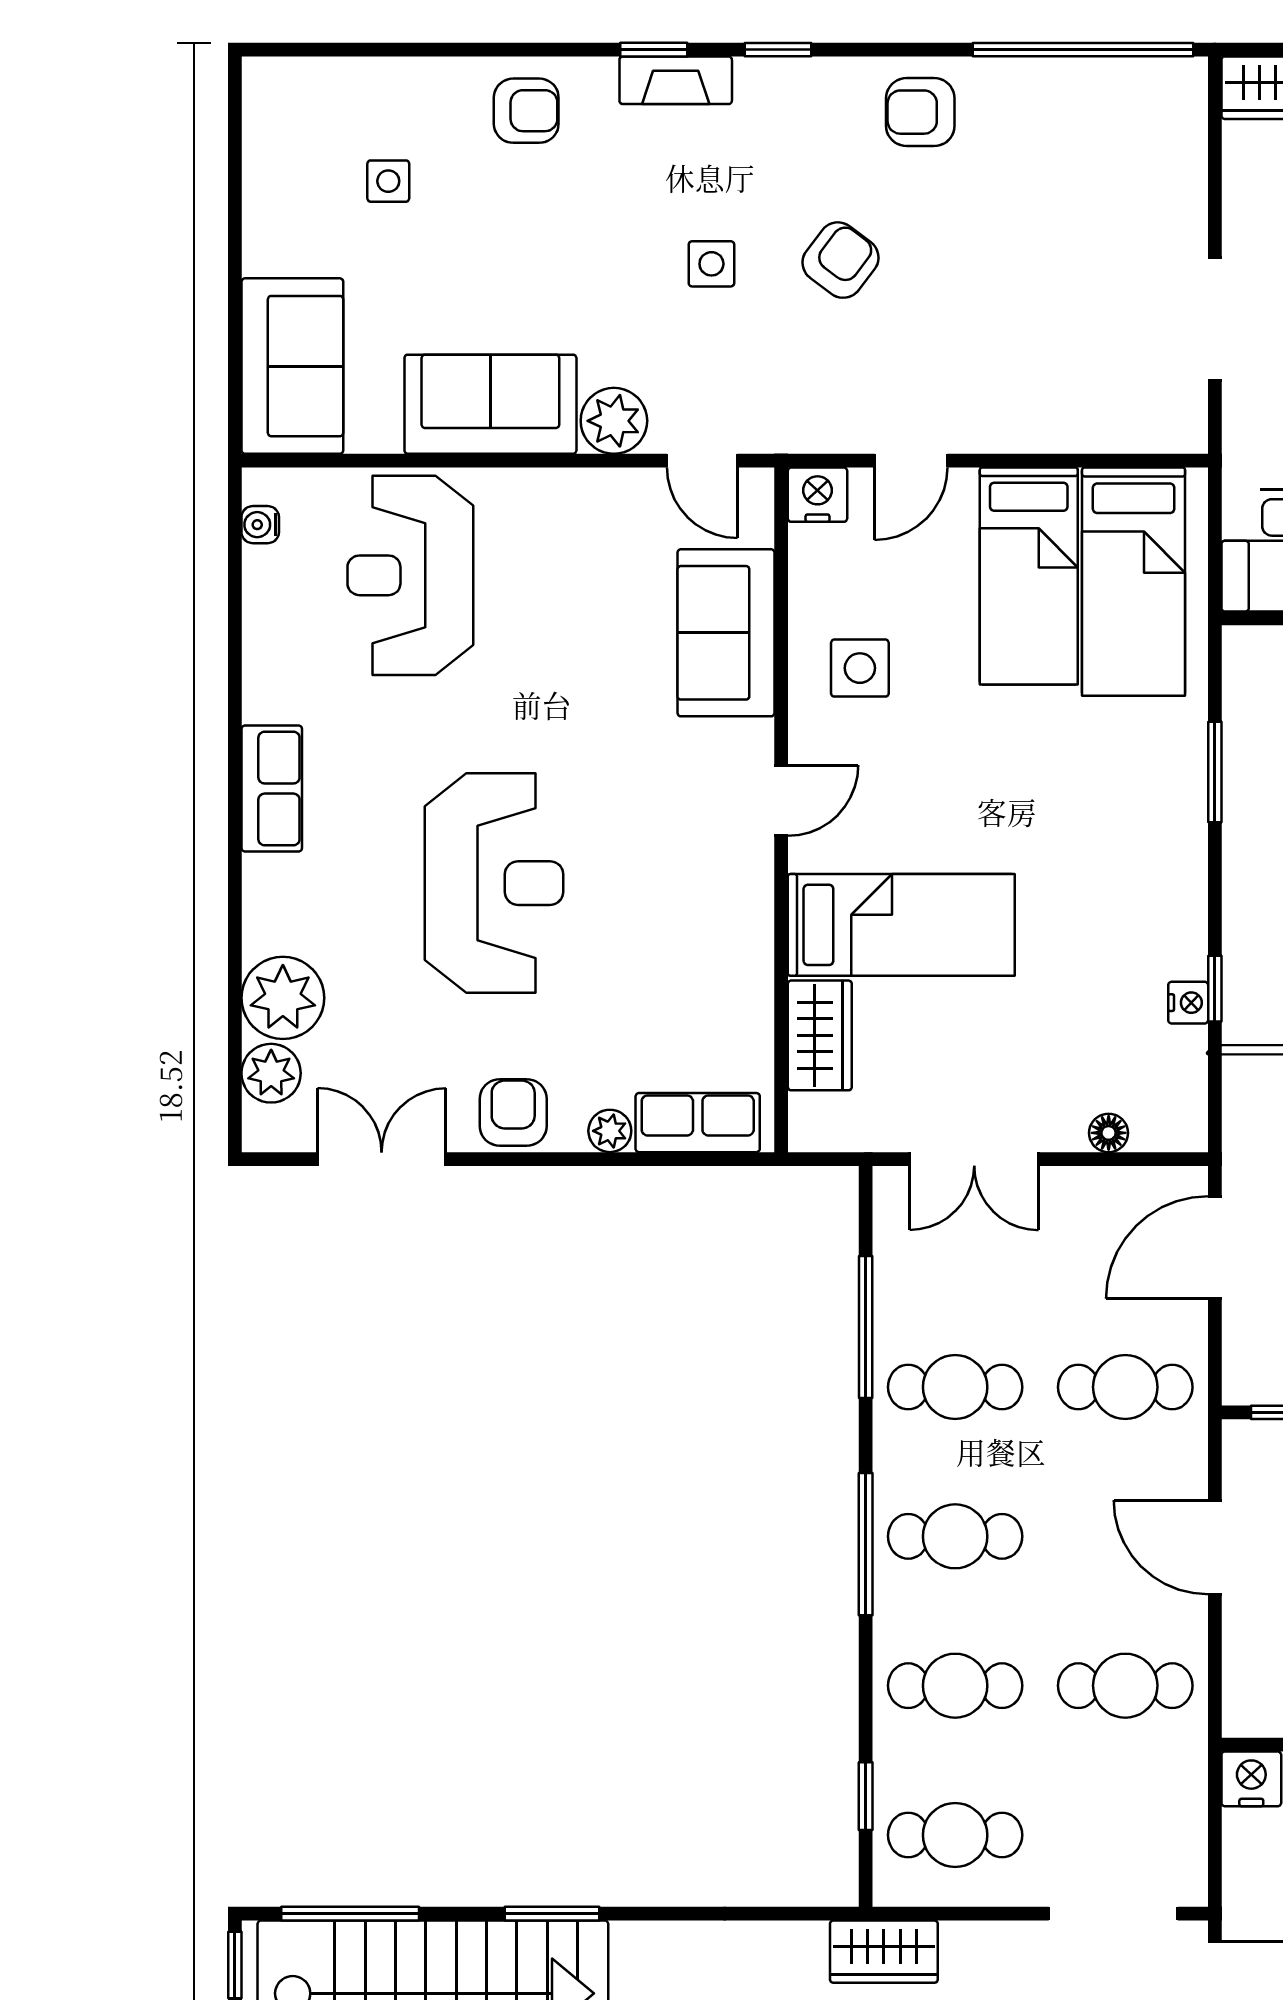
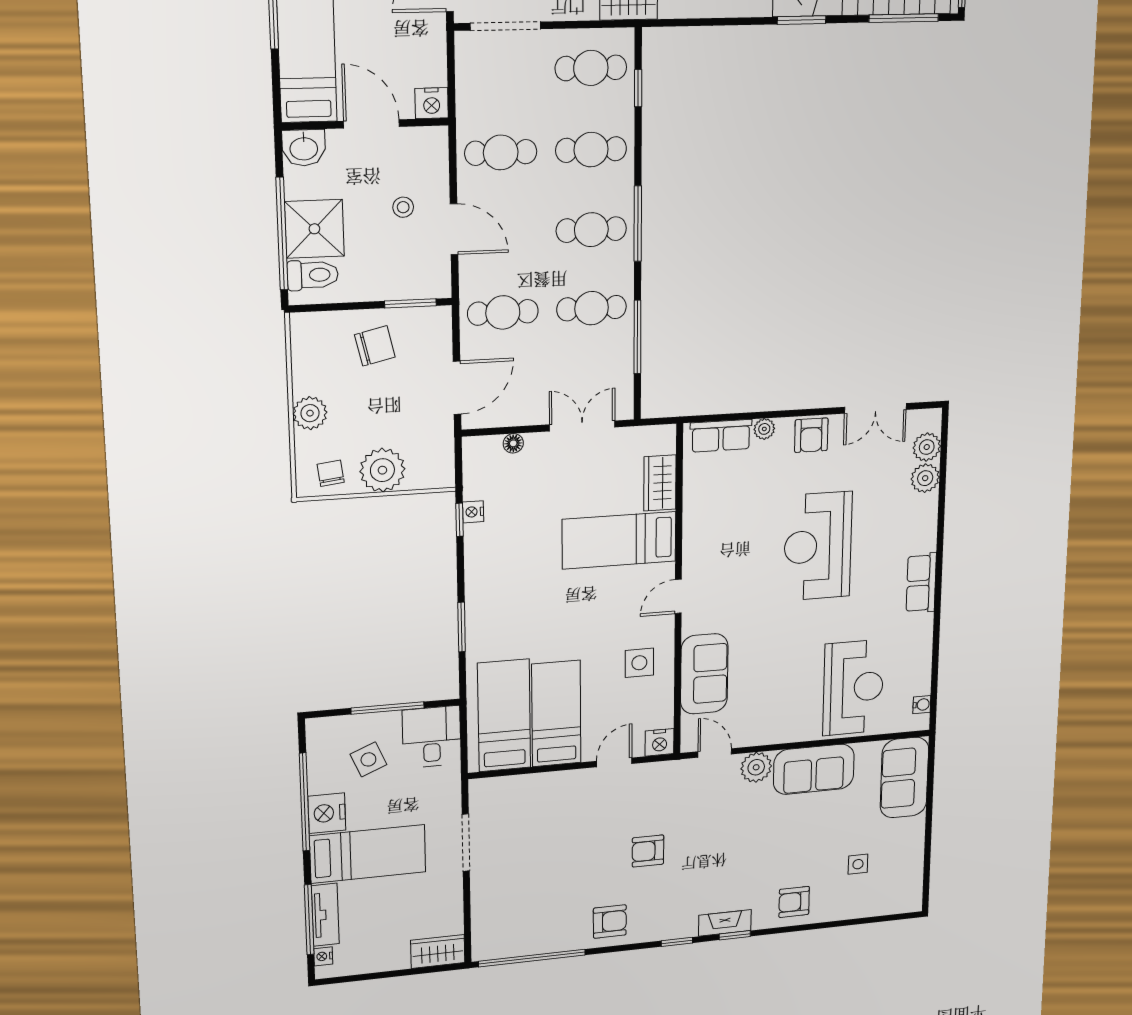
armchair: (840, 260) -> (648, 851), turned 53
side table: (711, 264) -> (709, 843), removed
plant: (283, 998) -> (925, 478), width x0.73, depth x0.73

